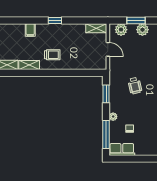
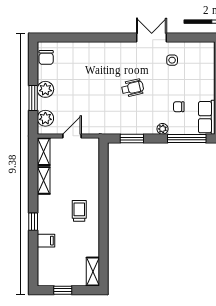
window: (55, 21) -> (33, 222), moved
shelving: (29, 65) -> (44, 180), moved
wheelchair: (135, 86) -> (133, 88), moved

